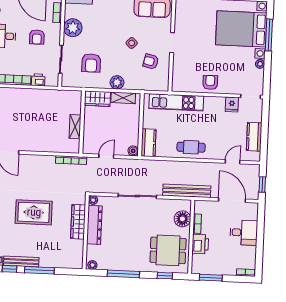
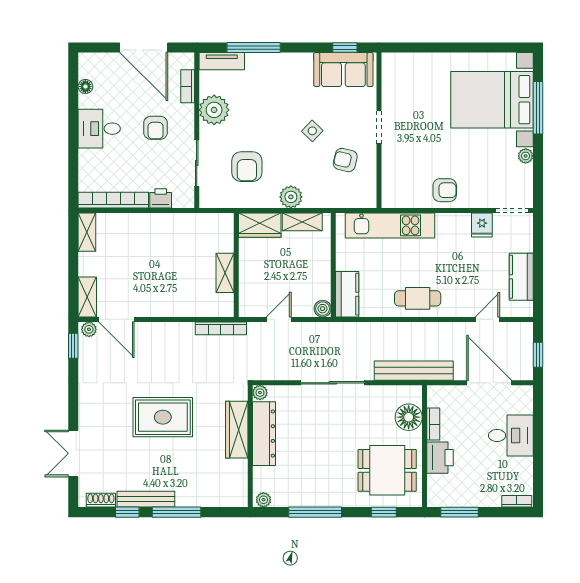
armchair: (210, 82) -> (445, 190), turned 90

